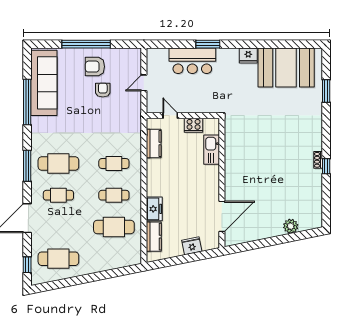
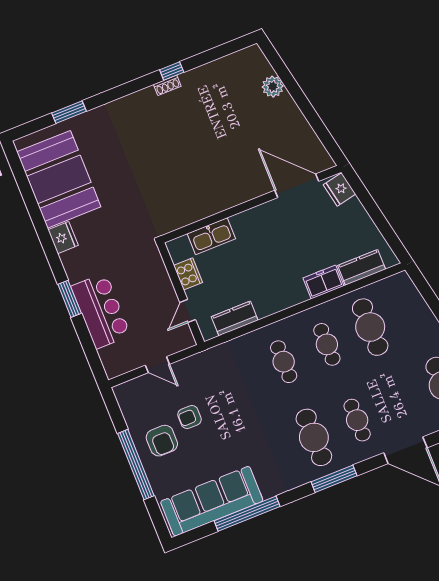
fridge: (192, 246) -> (340, 189), moved

